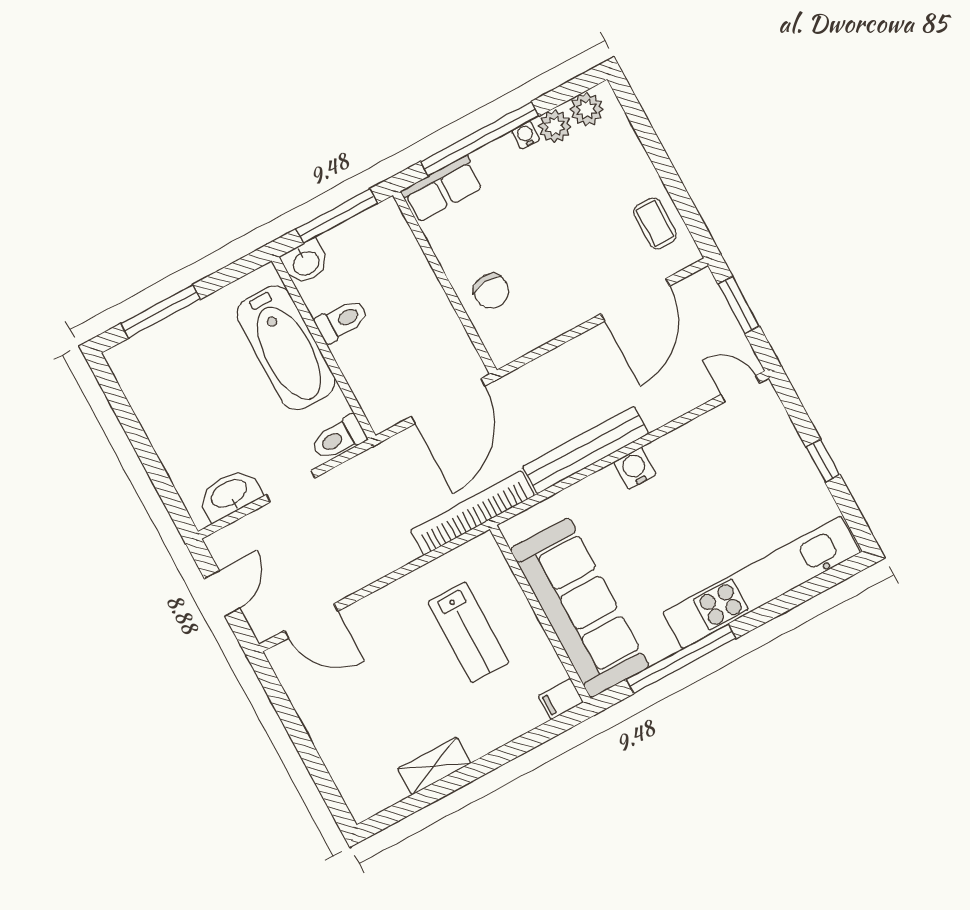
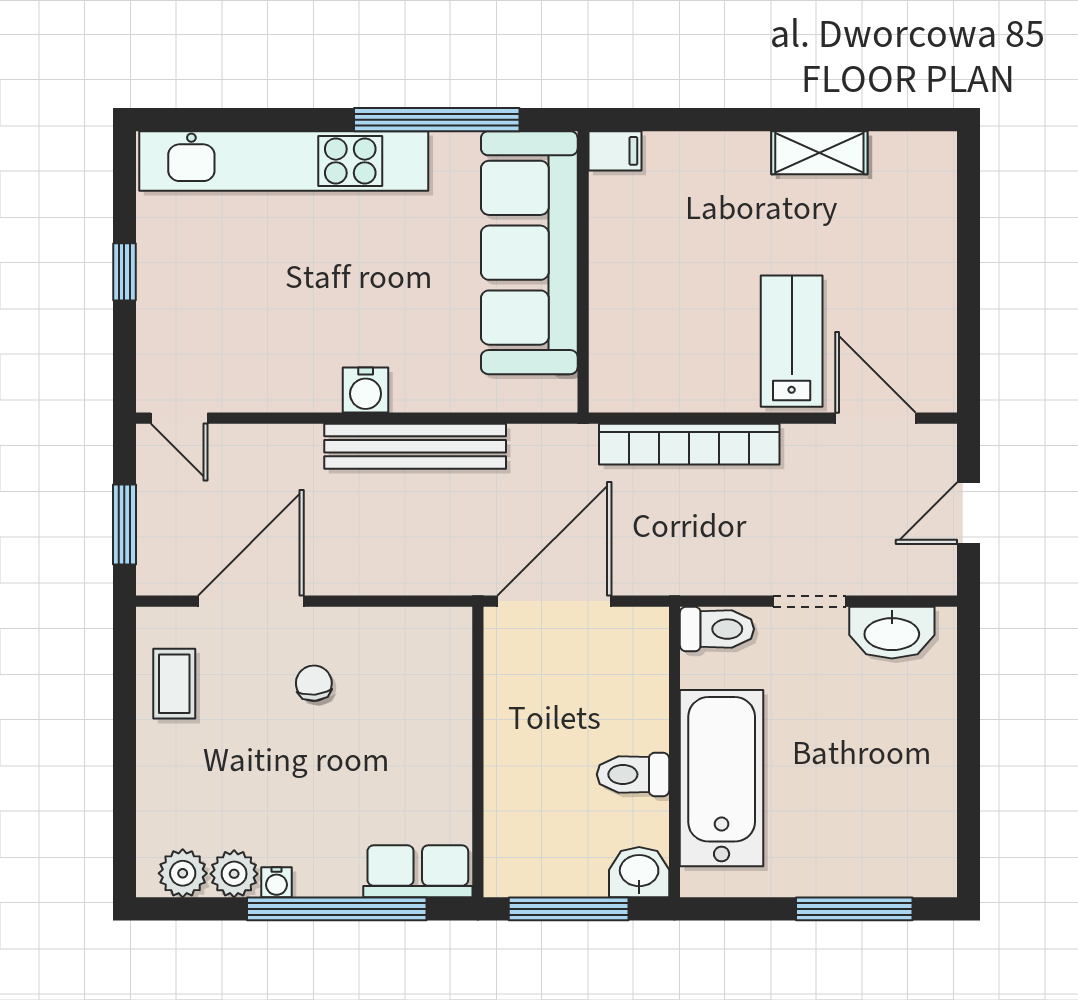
chair: (491, 291) -> (314, 683), moved, width x0.73, depth x0.73
bookcase: (473, 513) -> (689, 444), moved
lab bench: (468, 632) -> (792, 341), moved

